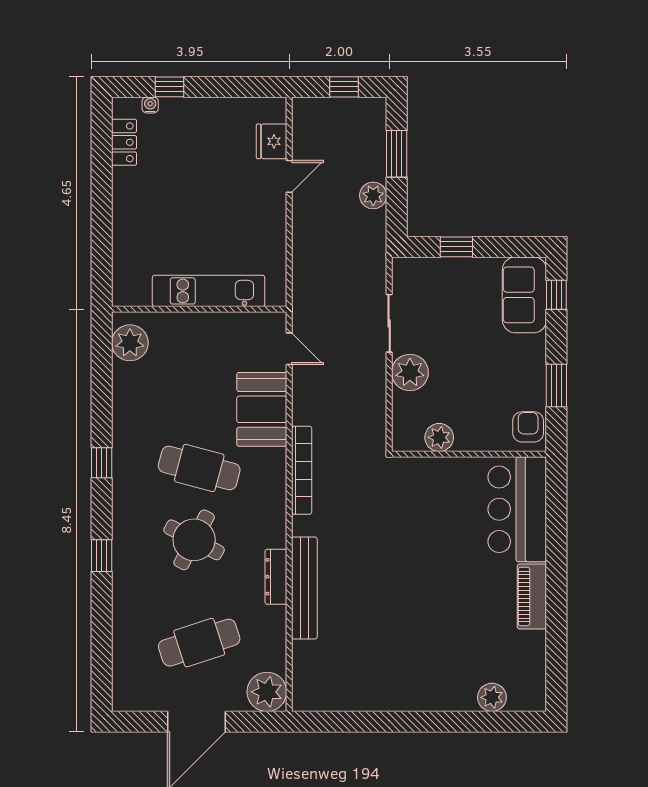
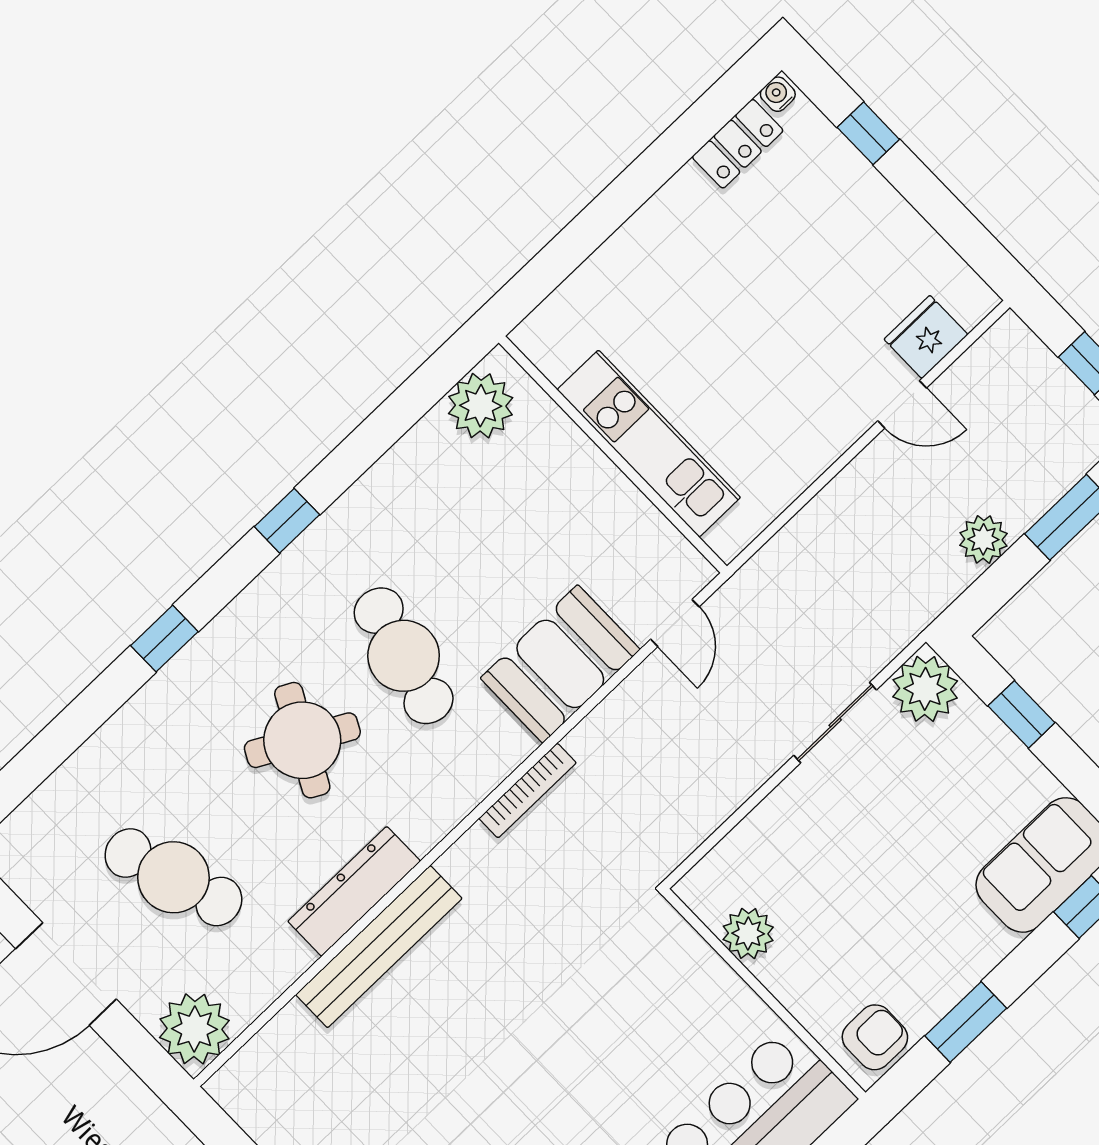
water cooler: (150, 105) -> (778, 94), moved, turned -90
plant: (410, 372) -> (925, 689), moved
bookcase: (302, 470) -> (528, 791), width x0.68, depth x0.76
dresser: (276, 577) -> (354, 891), width x1.37, depth x1.24

